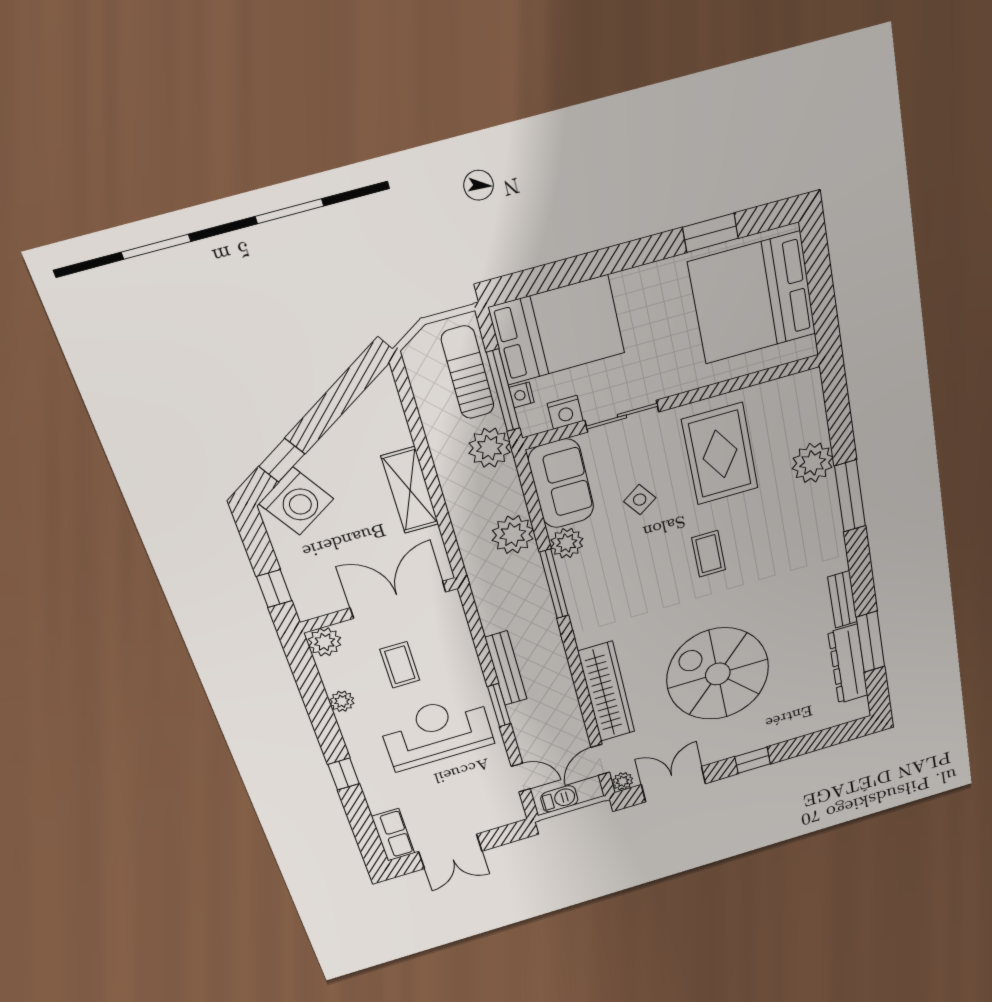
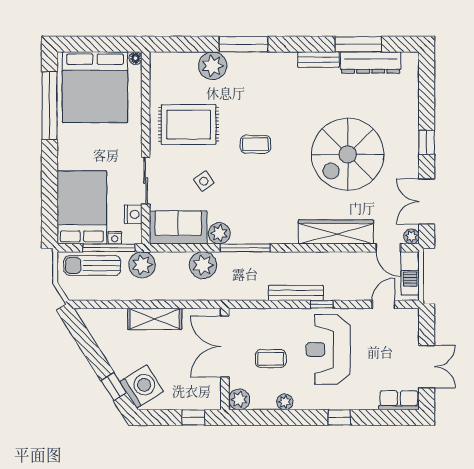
window: (710, 233) -> (50, 106), width x2.11
floor lamp: (807, 348) -> (136, 58), added
window: (499, 705) -> (322, 304), width x0.67

